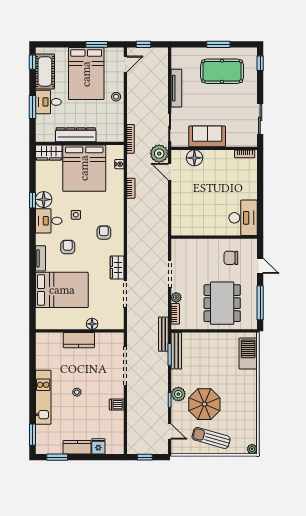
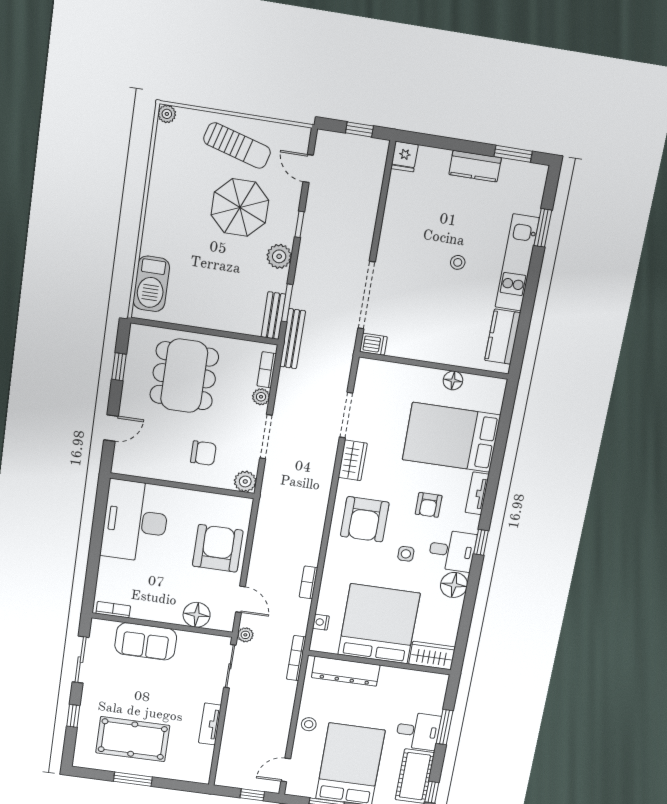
window: (260, 63) -> (73, 716), moved
tv unit: (176, 88) -> (210, 724), width x0.71
dresser: (76, 135) -> (346, 671), moved
sofa: (207, 136) -> (146, 641), moved
plant: (159, 154) -> (245, 635), width x0.53, depth x0.53
window: (32, 200) -> (481, 542), moved
armchair: (188, 202) -> (218, 548), added
desk: (243, 218) -> (135, 521), width x1.36, depth x1.30
armchair: (104, 233) -> (365, 519), width x1.88, depth x1.88
plant: (178, 245) -> (245, 481), added
chair: (231, 258) -> (203, 453), moved
door: (260, 266) -> (111, 428), swing flipped
window: (260, 303) -> (119, 367), width x0.46
floor lamp: (92, 324) -> (453, 380), moved
kitchen counter: (79, 340) -> (503, 337), moved, turned -90
bench: (176, 351) -> (273, 316), width x0.73
plant: (178, 394) -> (279, 256), moved
dishwasher: (117, 405) -> (373, 344), moved
window: (32, 435) -> (543, 228), moved
fridge: (98, 446) -> (404, 157), moved

